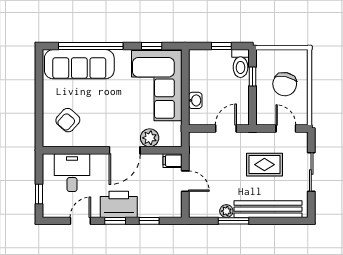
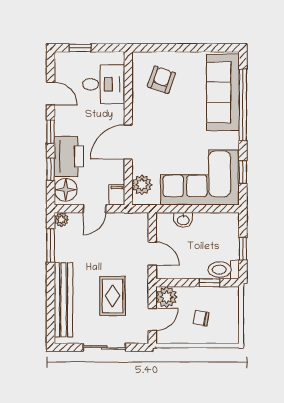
chair: (285, 84) -> (201, 318), width x0.54, depth x0.54
plant: (265, 115) -> (167, 297), added
armchair: (68, 120) -> (161, 80), turned 67
plant: (150, 138) -> (142, 185), moved
door: (125, 150) -> (128, 142), hinge flipped
printer: (119, 204) -> (69, 157), moved
floor lamp: (168, 207) -> (66, 190), added
plant: (226, 211) -> (61, 220), moved
window: (234, 221) -> (51, 245), moved

